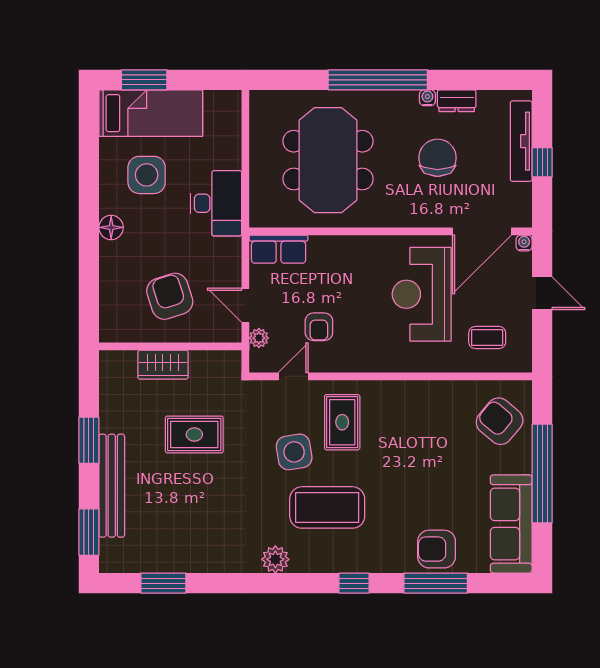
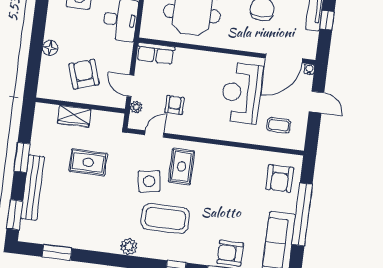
floor lamp: (111, 227) -> (50, 48), moved
armchair: (319, 327) -> (175, 105), turned 180
armchair: (500, 421) -> (280, 178), turned -130

